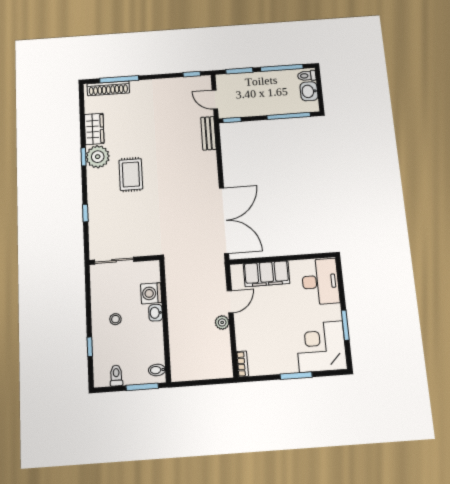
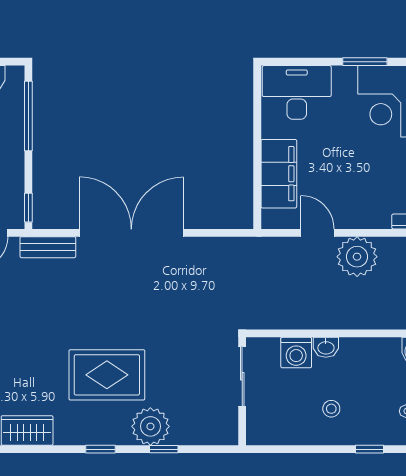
window: (83, 157) -> (101, 449), moved
plant: (98, 157) -> (150, 426), moved
rug: (131, 174) -> (107, 375), width x1.36, depth x1.43
double door: (224, 220) -> (131, 233), moved
sliding door: (114, 261) -> (242, 376), moved
plant: (222, 322) -> (357, 257), width x1.87, depth x1.87

